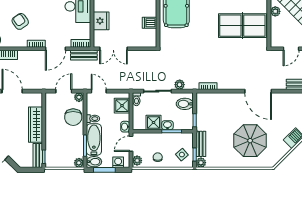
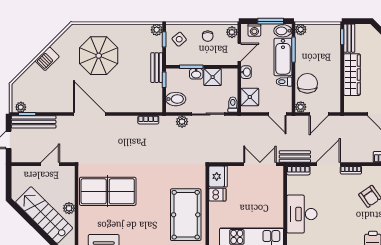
fridge: (101, 21) -> (218, 176), moved, turned 180
bench: (201, 144) -> (157, 68), moved

